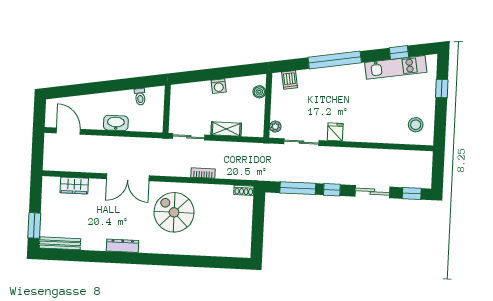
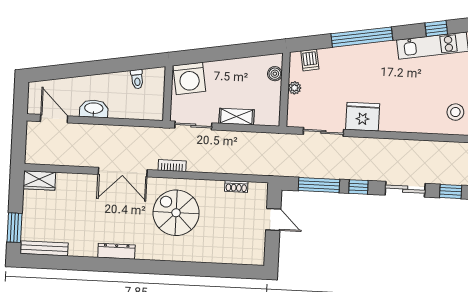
washing machine: (219, 86) -> (189, 78), moved, width x1.89, depth x1.89
washbasin: (116, 123) -> (94, 109), moved
plant: (275, 127) -> (295, 88), moved
fridge: (335, 132) -> (363, 117), width x1.88, depth x1.34
bookcase: (203, 173) -> (172, 166), moved
wardrobe: (74, 186) -> (39, 180), moved
shoe rack: (244, 190) -> (236, 186), moved
door: (258, 218) -> (273, 219), added

